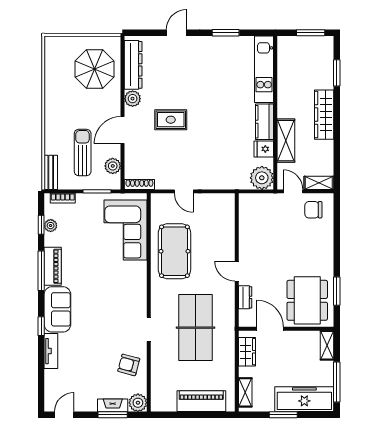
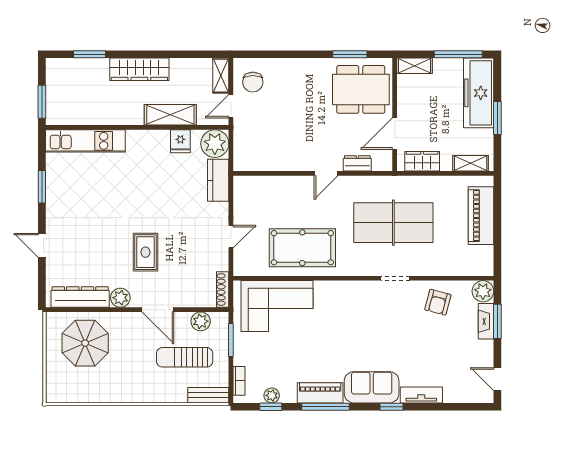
window: (311, 33) -> (42, 102), moved
kitchen counter: (265, 122) -> (218, 180), moved, turned 90

